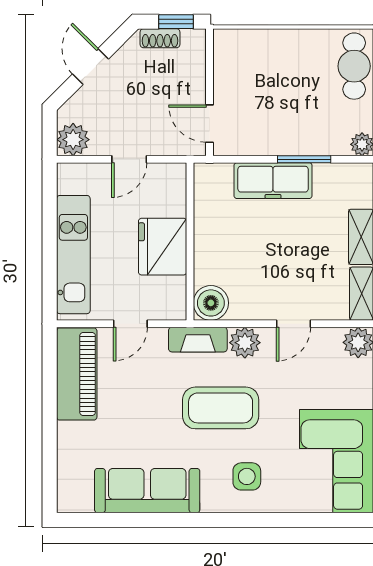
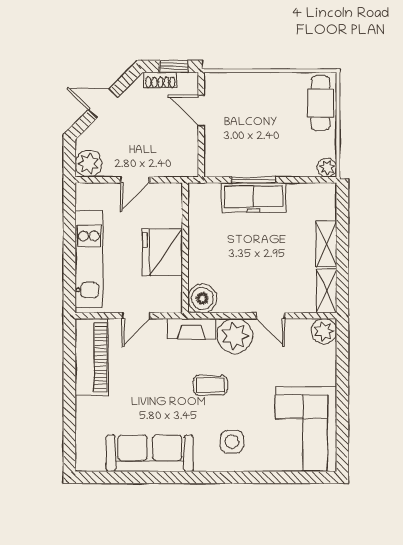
door: (90, 67) -> (103, 103), hinge flipped
door: (210, 124) -> (201, 111), moved
window: (304, 159) -> (254, 180), moved
door: (293, 324) -> (270, 316), hinge flipped
plant: (245, 343) -> (235, 336), width x1.36, depth x1.36
coffee table: (221, 408) -> (210, 385), width x0.54, depth x0.58

